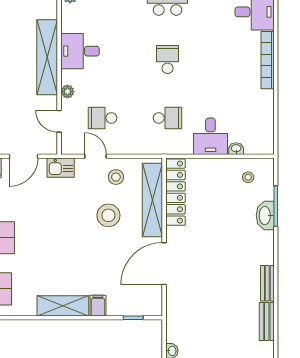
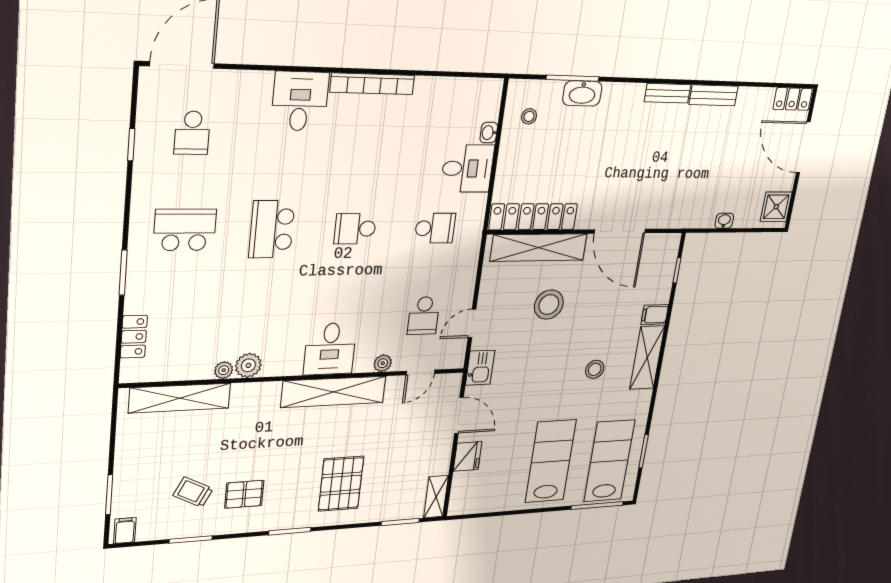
school desk: (167, 118) -> (435, 228), turned 90
stool: (116, 177) -> (595, 369), moved

